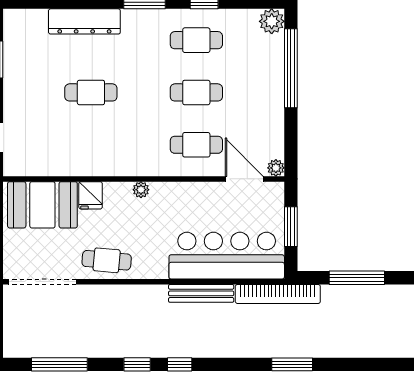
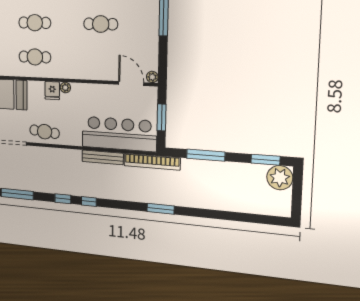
cafe table: (196, 145) -> (35, 57), moved
fridge: (91, 195) -> (52, 91), moved

